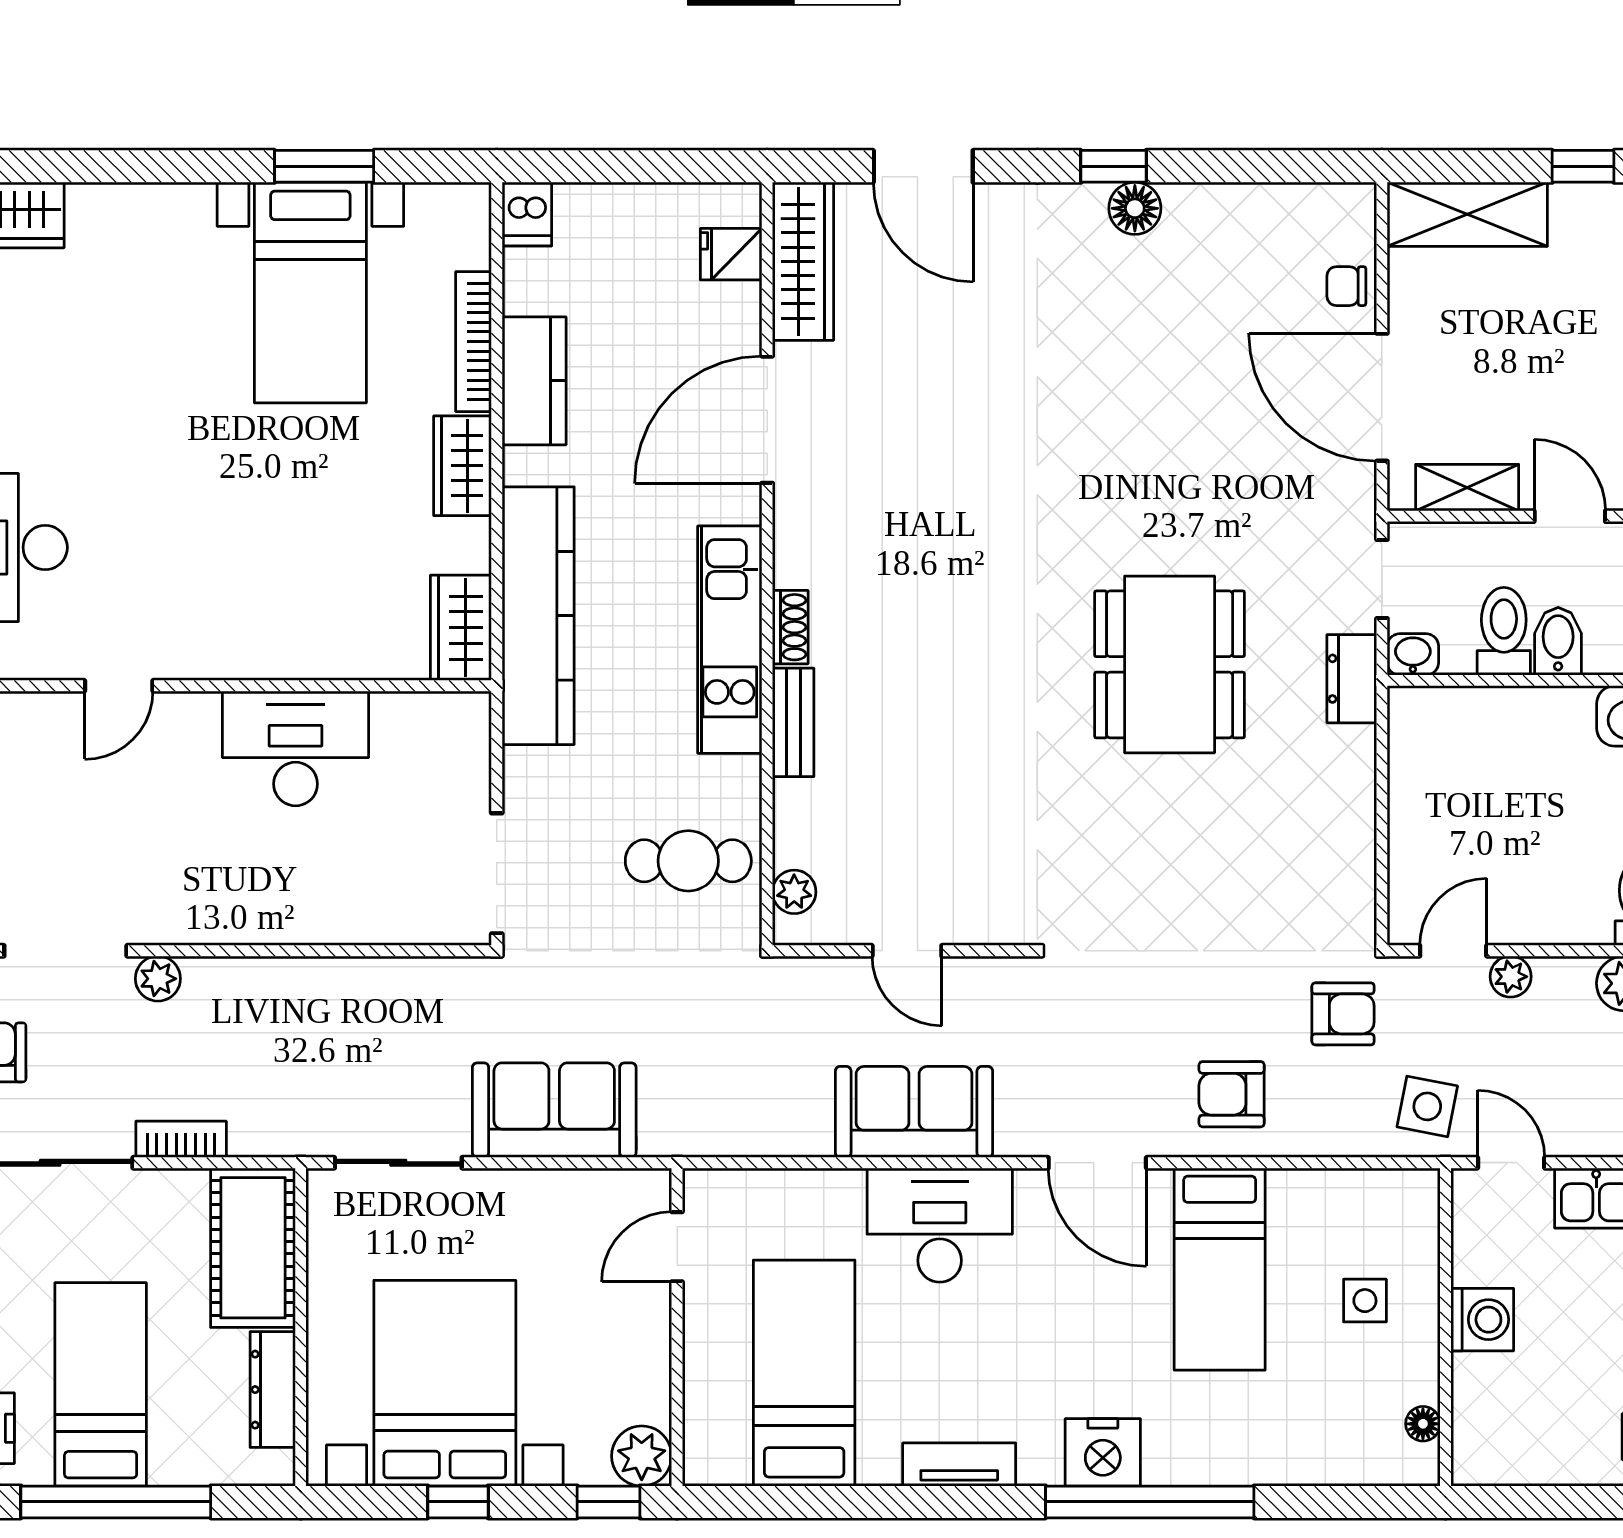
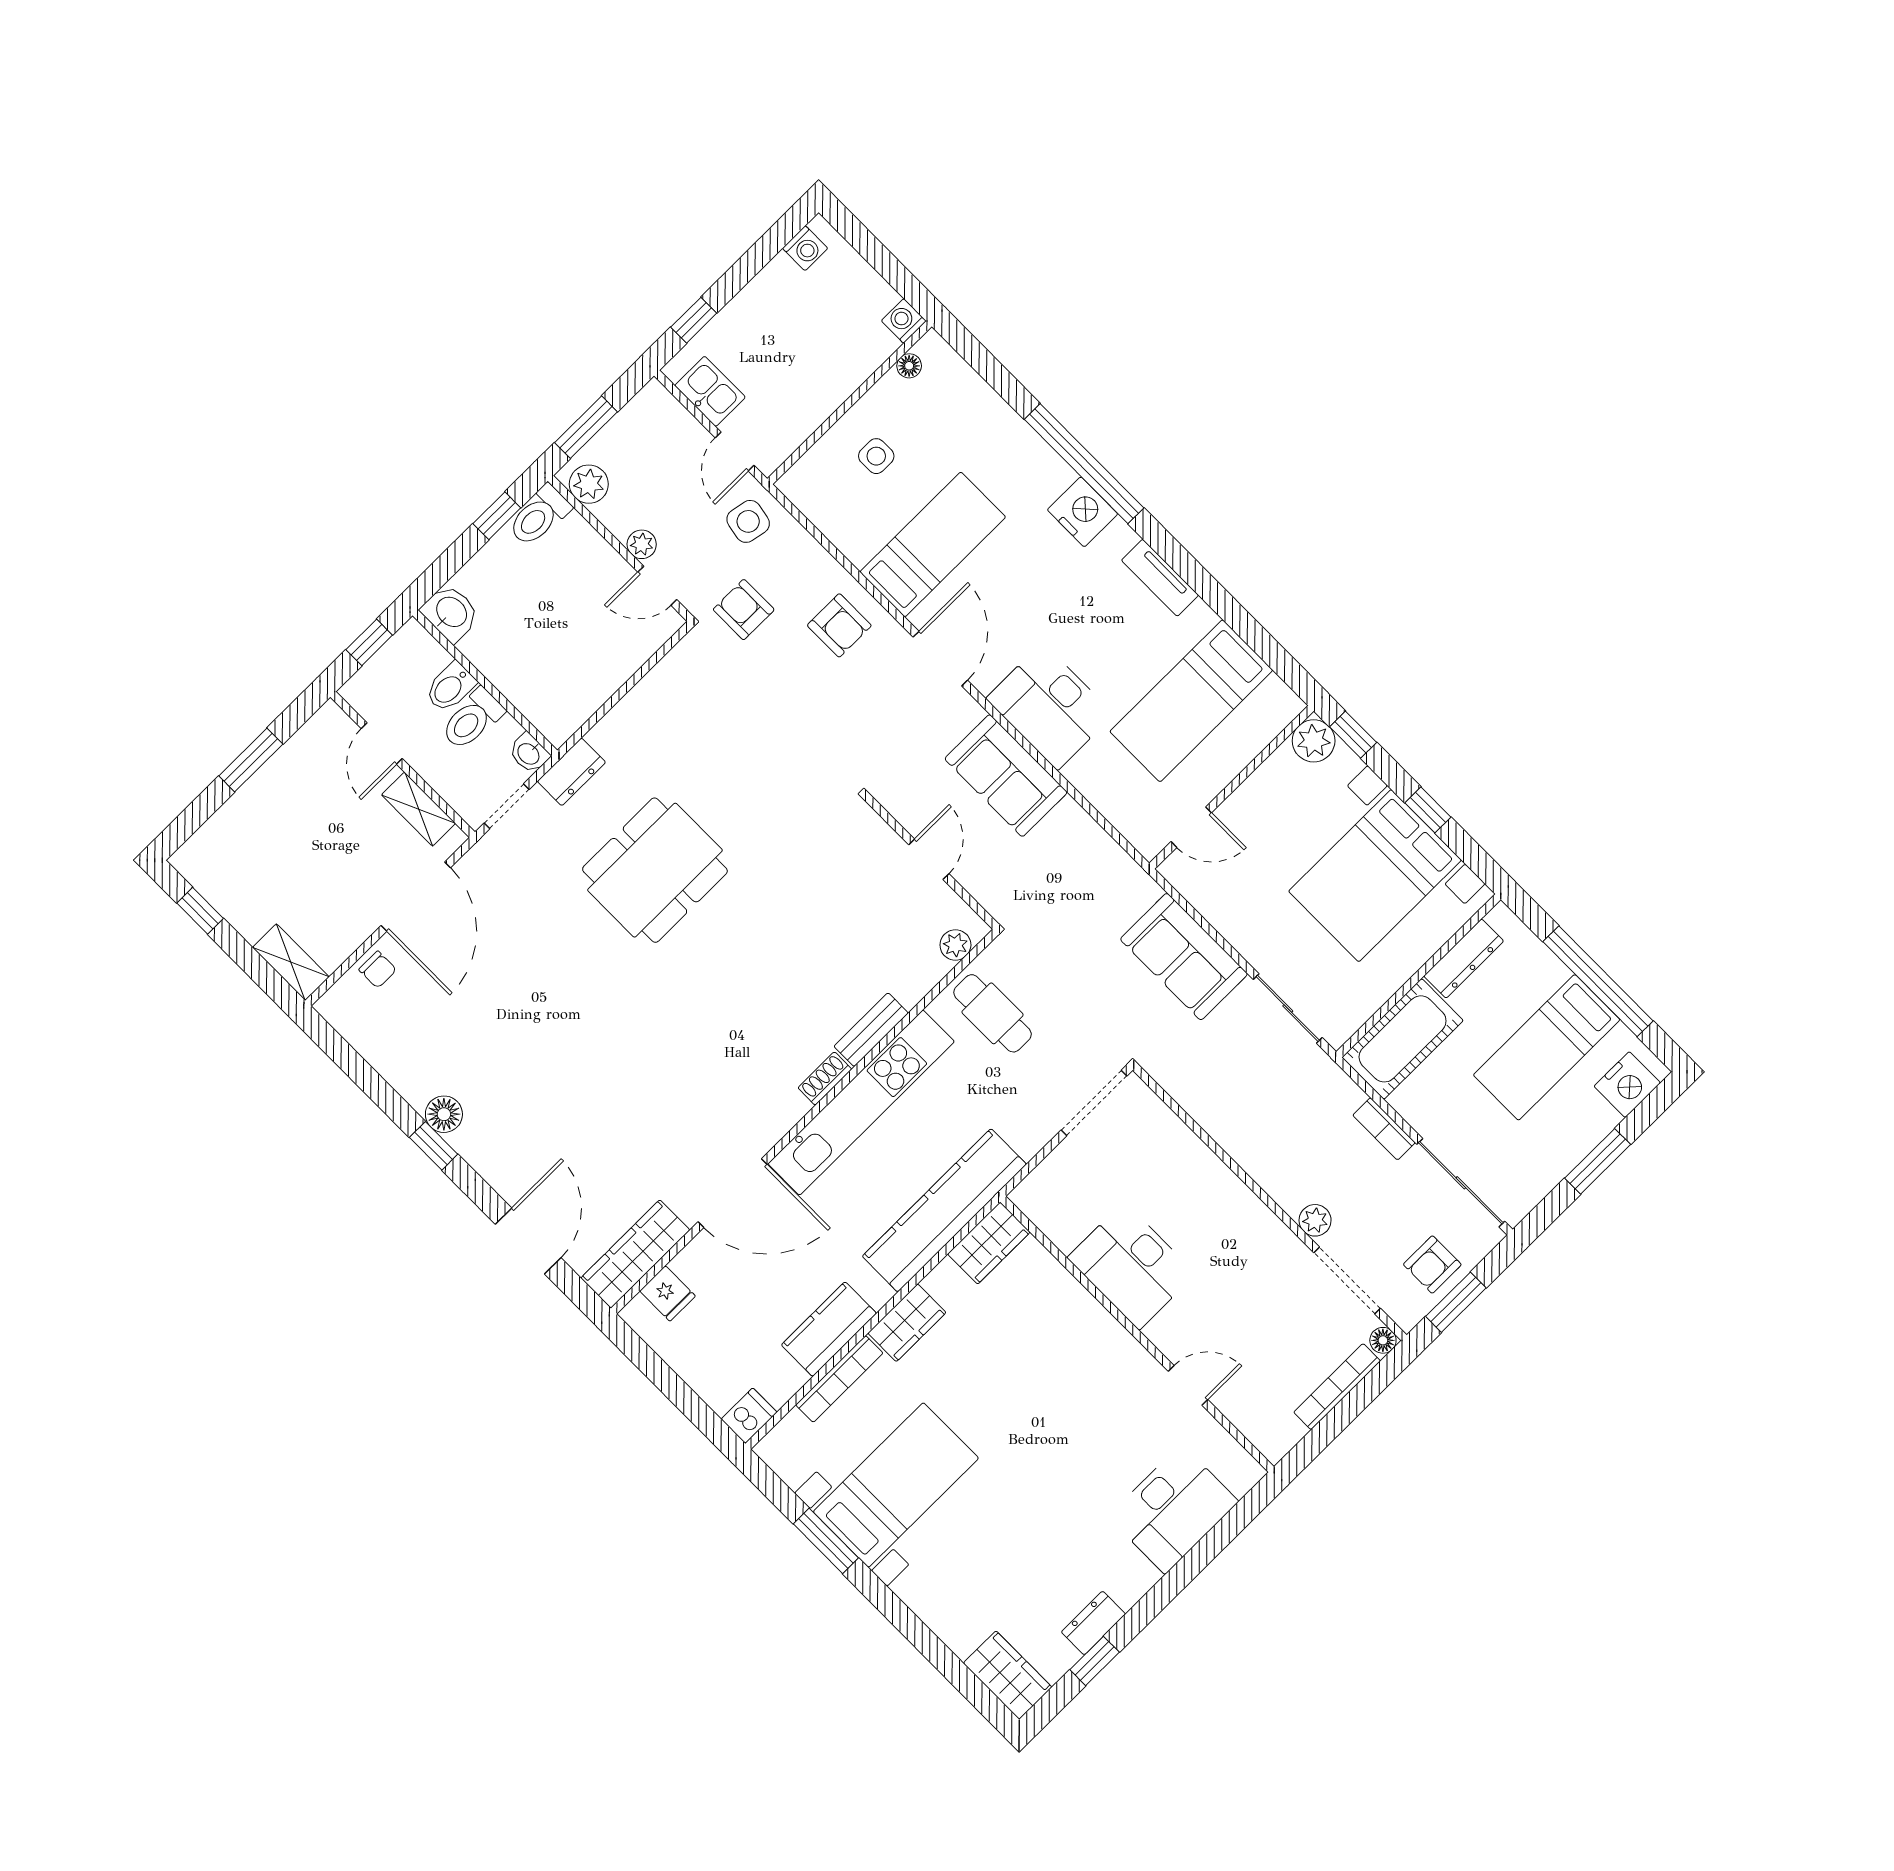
shelving: (1467, 214) -> (291, 962), width x0.67, depth x0.75
kitchen unit: (730, 640) -> (861, 1103), width x1.36
washing machine: (1482, 1320) -> (904, 321), moved, width x0.73, depth x0.73

